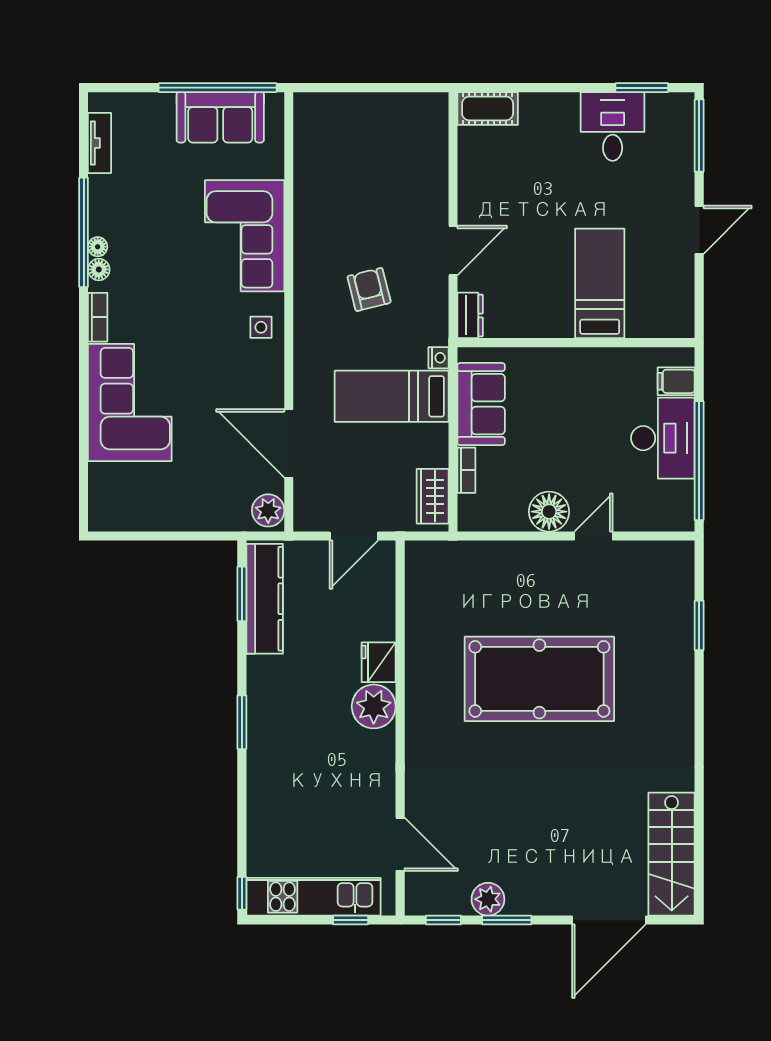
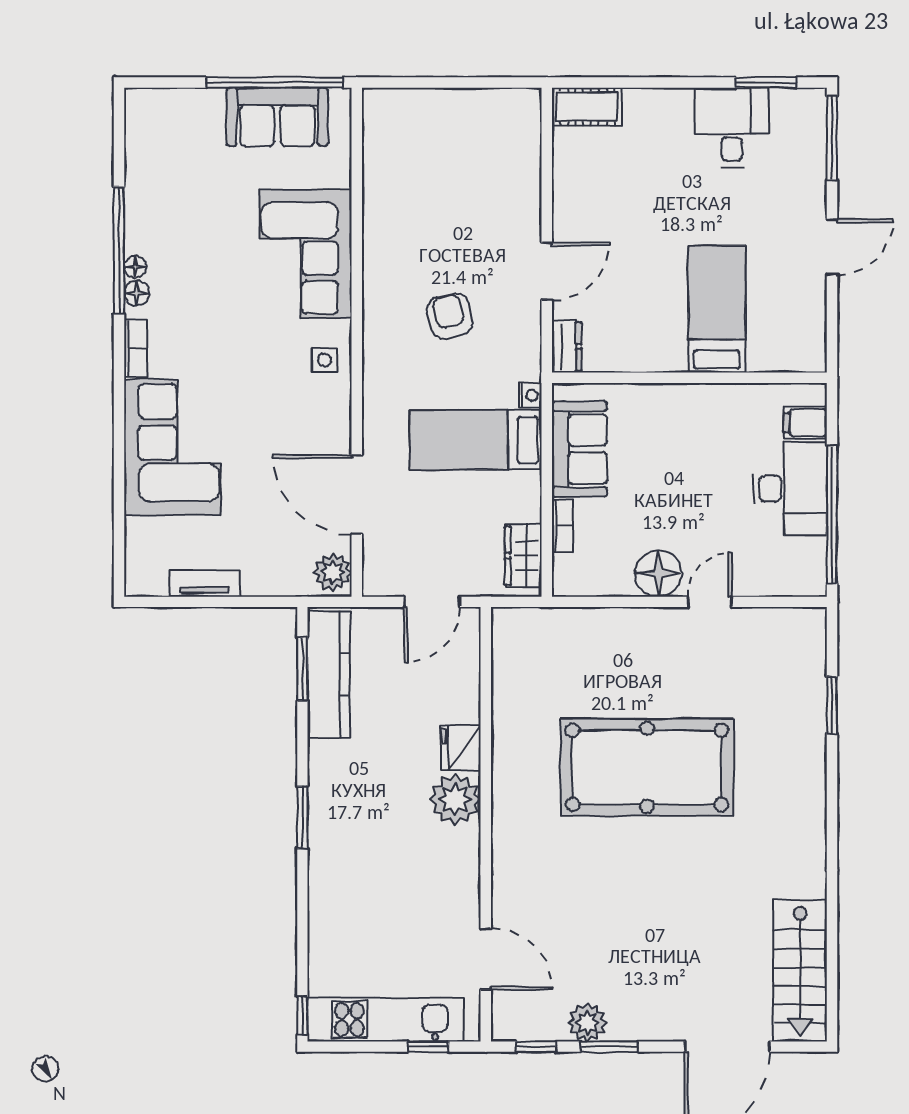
tv unit: (100, 143) -> (205, 583), moved, turned -90

